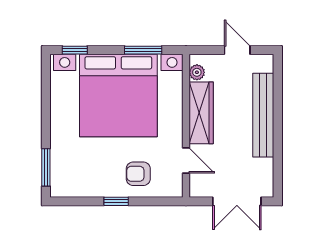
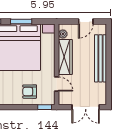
window: (143, 50) -> (21, 21), moved
door: (237, 50) -> (86, 21), swing flipped
window: (116, 201) -> (45, 107), moved

